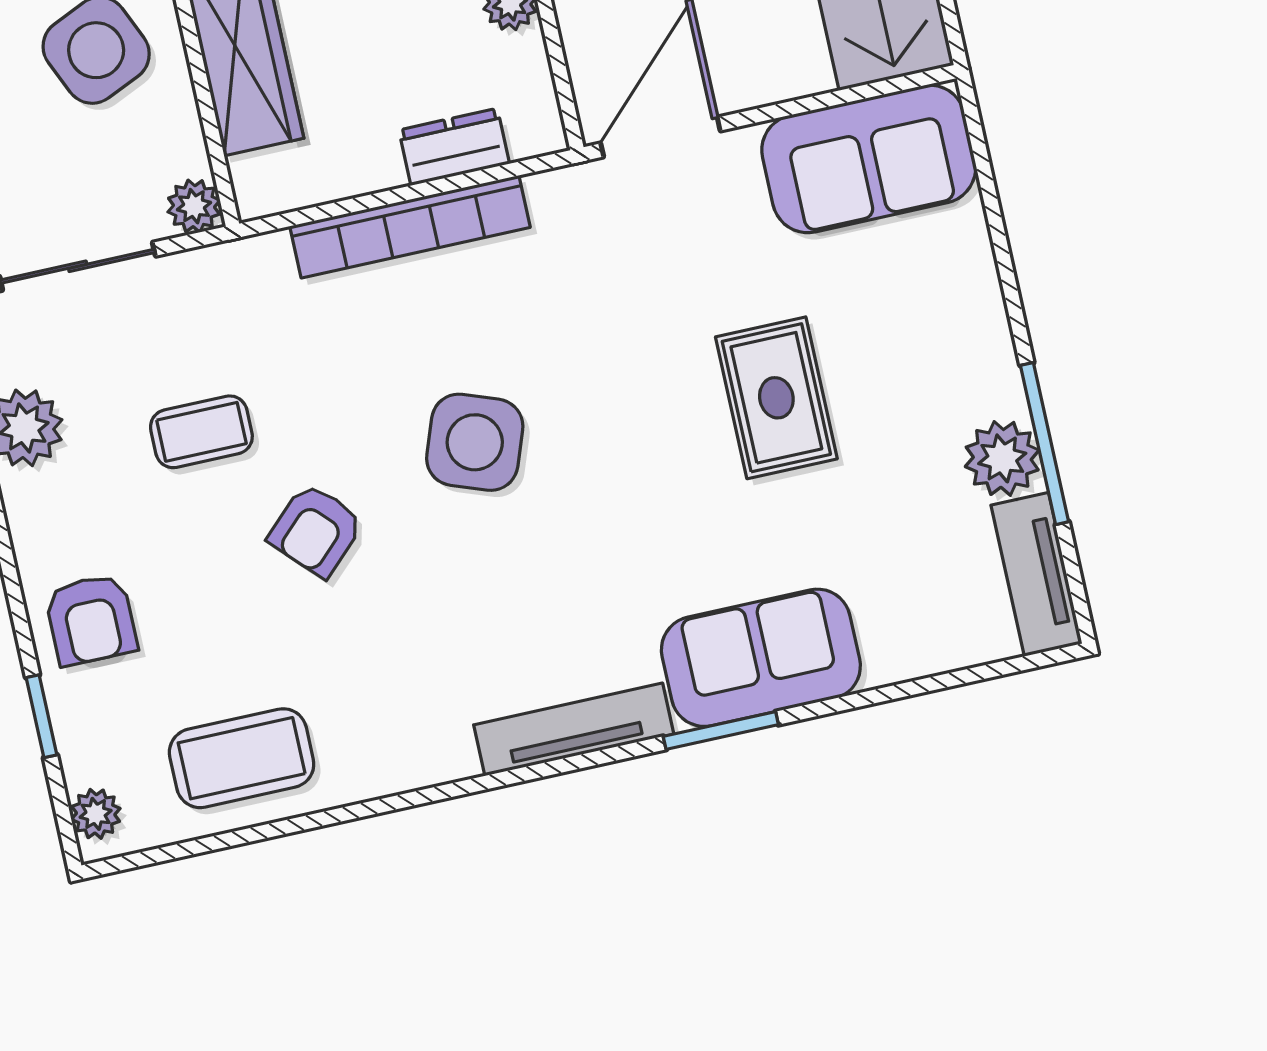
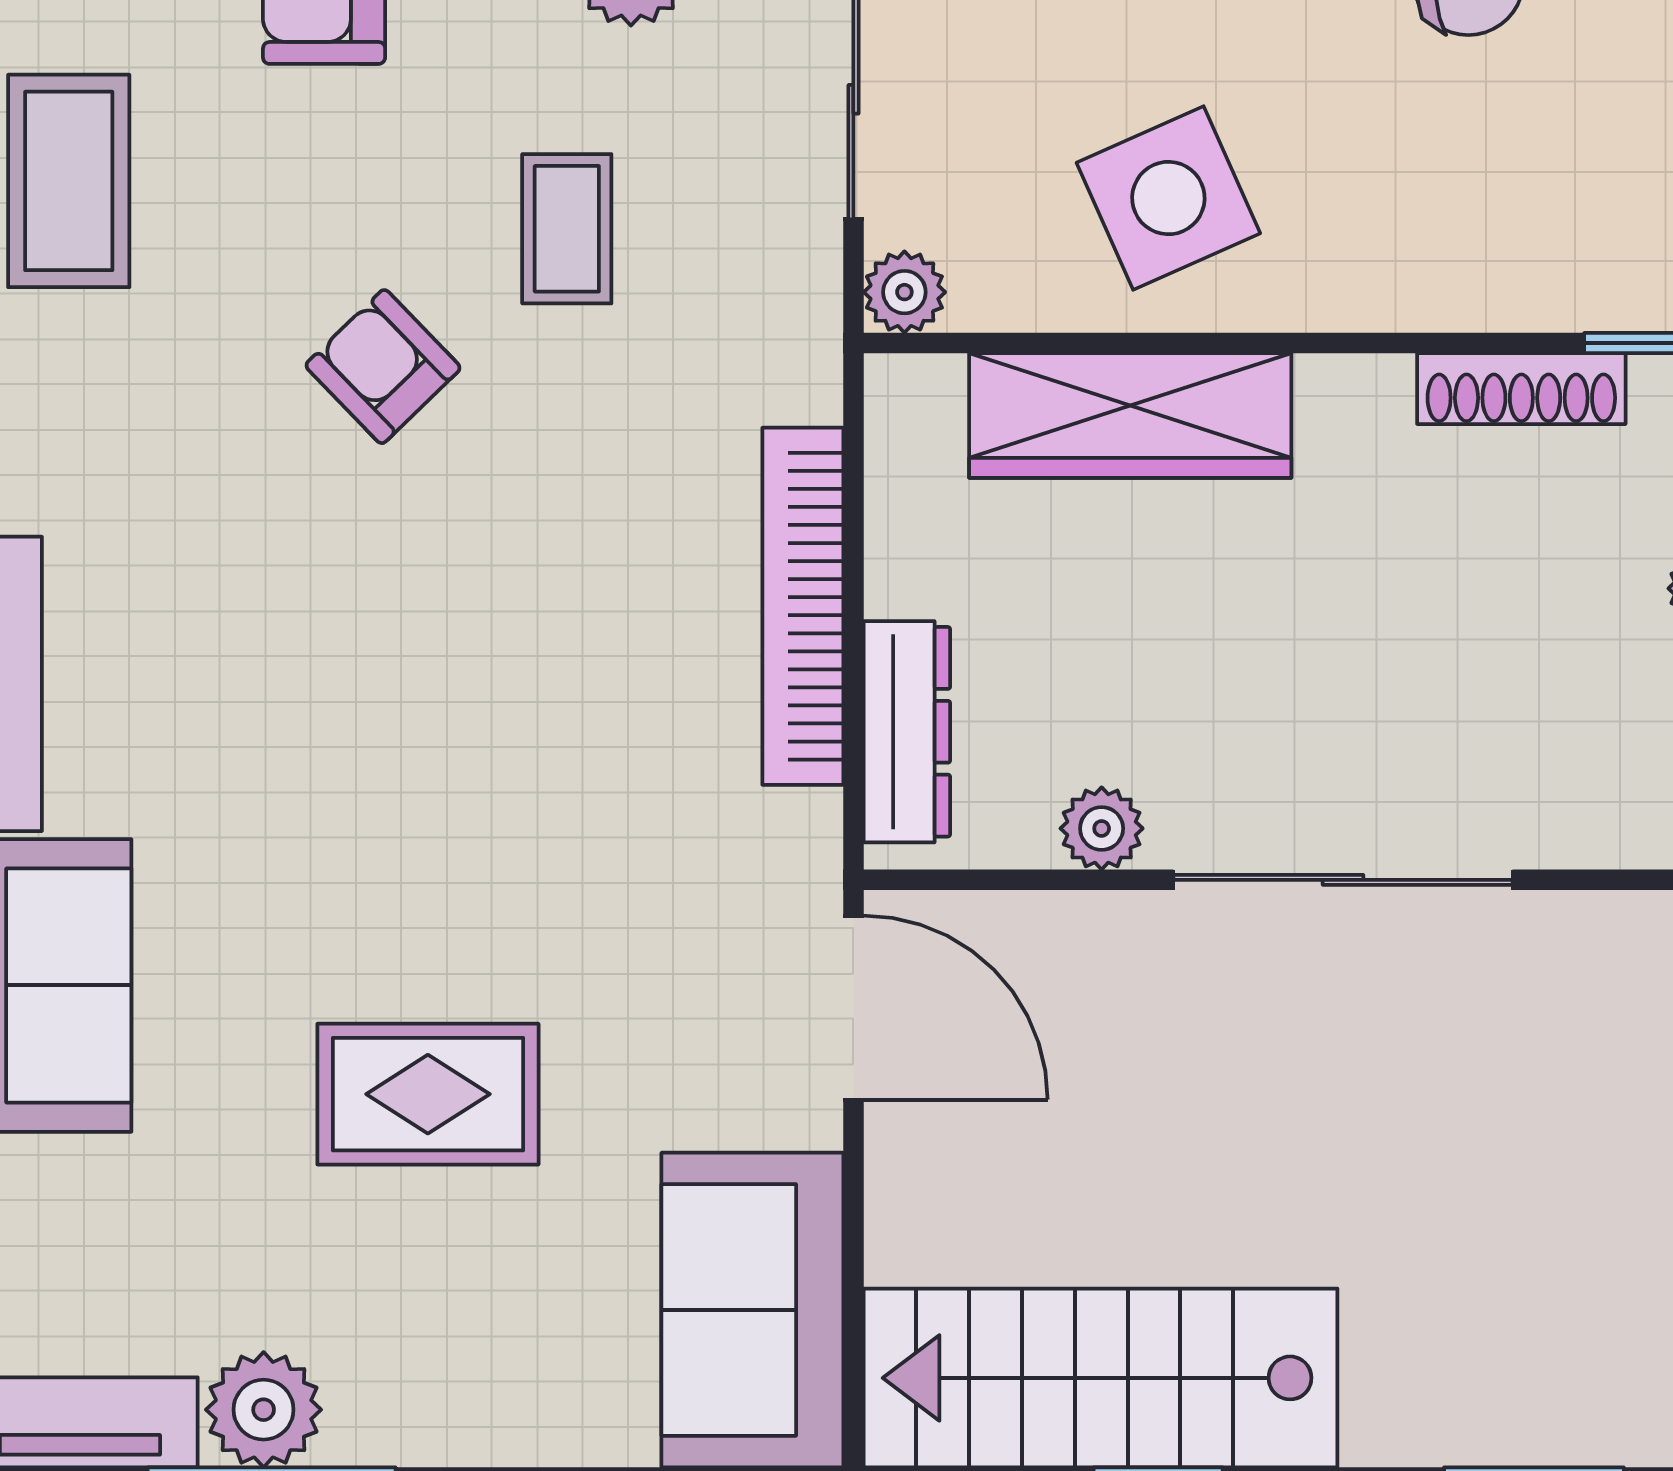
dresser: (454, 147) -> (907, 732), width x1.44
side table: (475, 442) -> (461, 631), removed

